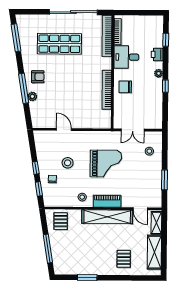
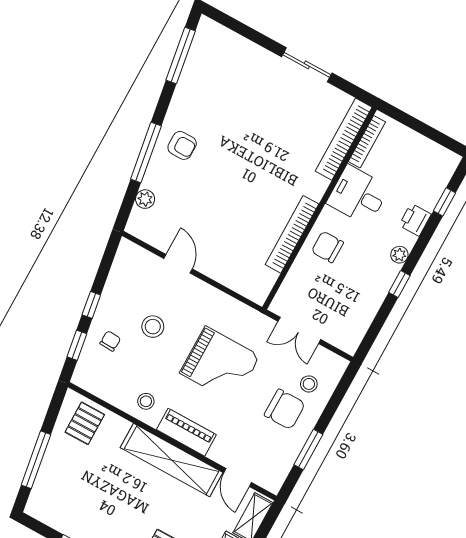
sliding door: (73, 12) -> (307, 65), width x0.54
shop shelf: (59, 44) -> (252, 108), removed
plant: (32, 96) -> (145, 199), moved
chair: (145, 168) -> (285, 409), added

